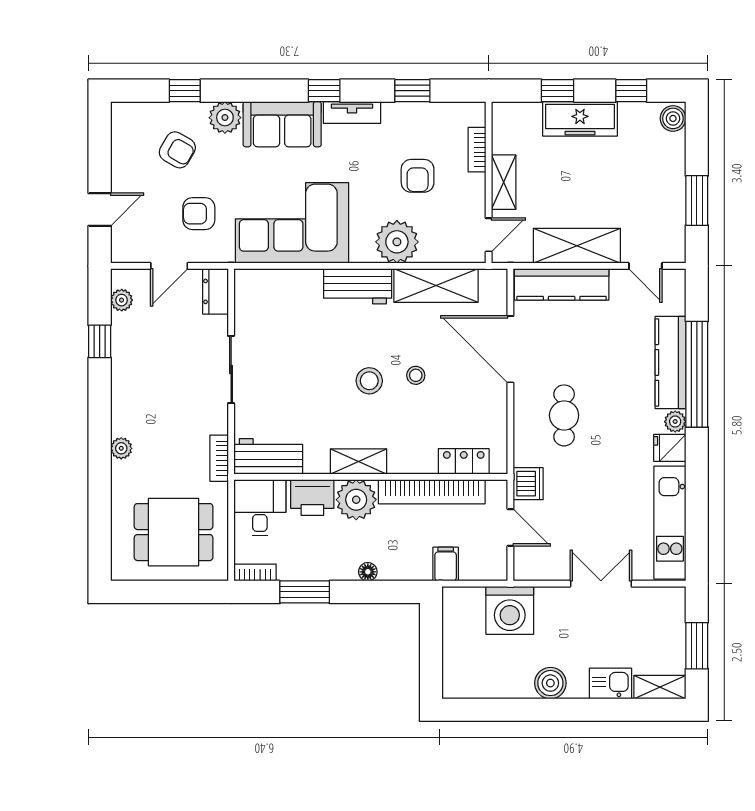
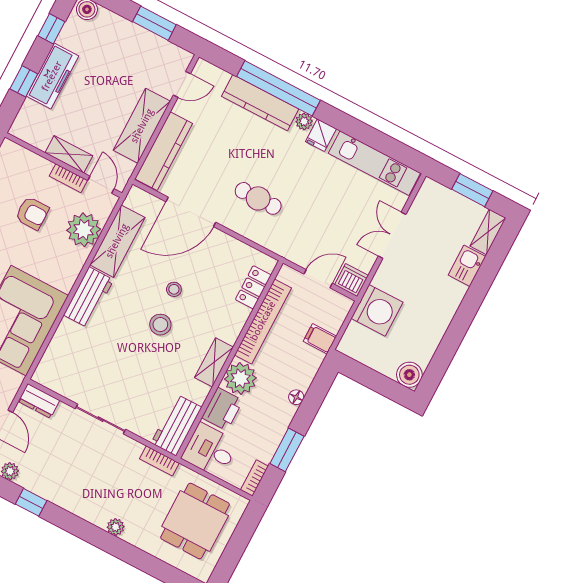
bookcase: (477, 150) -> (68, 178), moved
plant: (397, 242) -> (84, 230), moved
dishwasher: (528, 484) -> (351, 280), moved
boiler: (550, 683) -> (409, 375), moved

